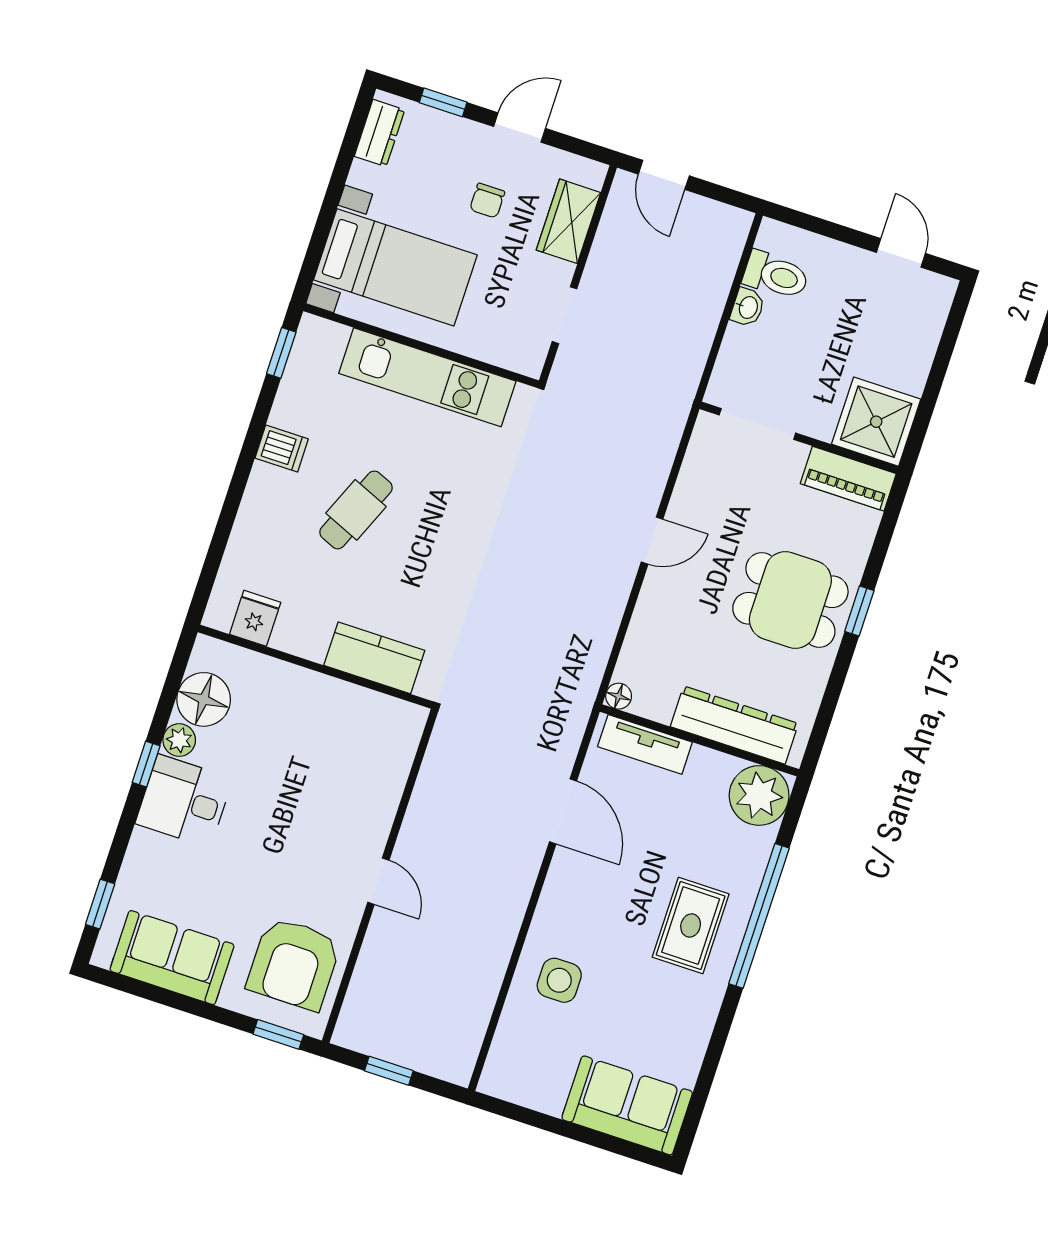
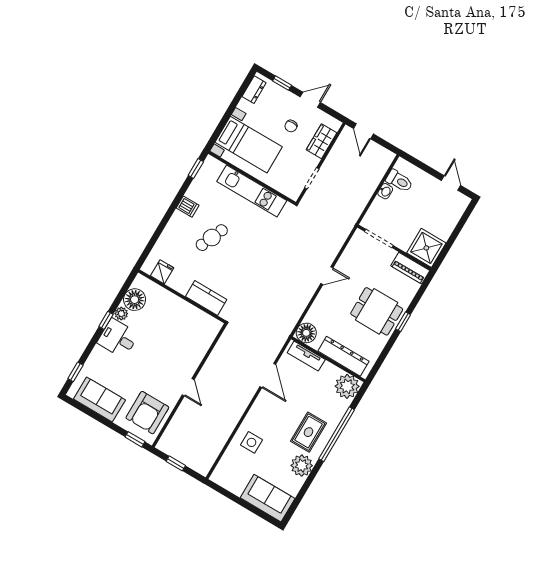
floor lamp: (619, 696) -> (306, 333), width x1.89, depth x1.89
plant: (692, 1009) -> (302, 466), added

